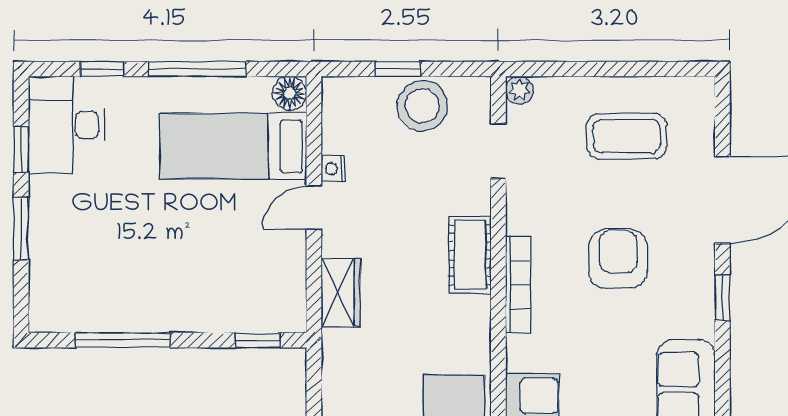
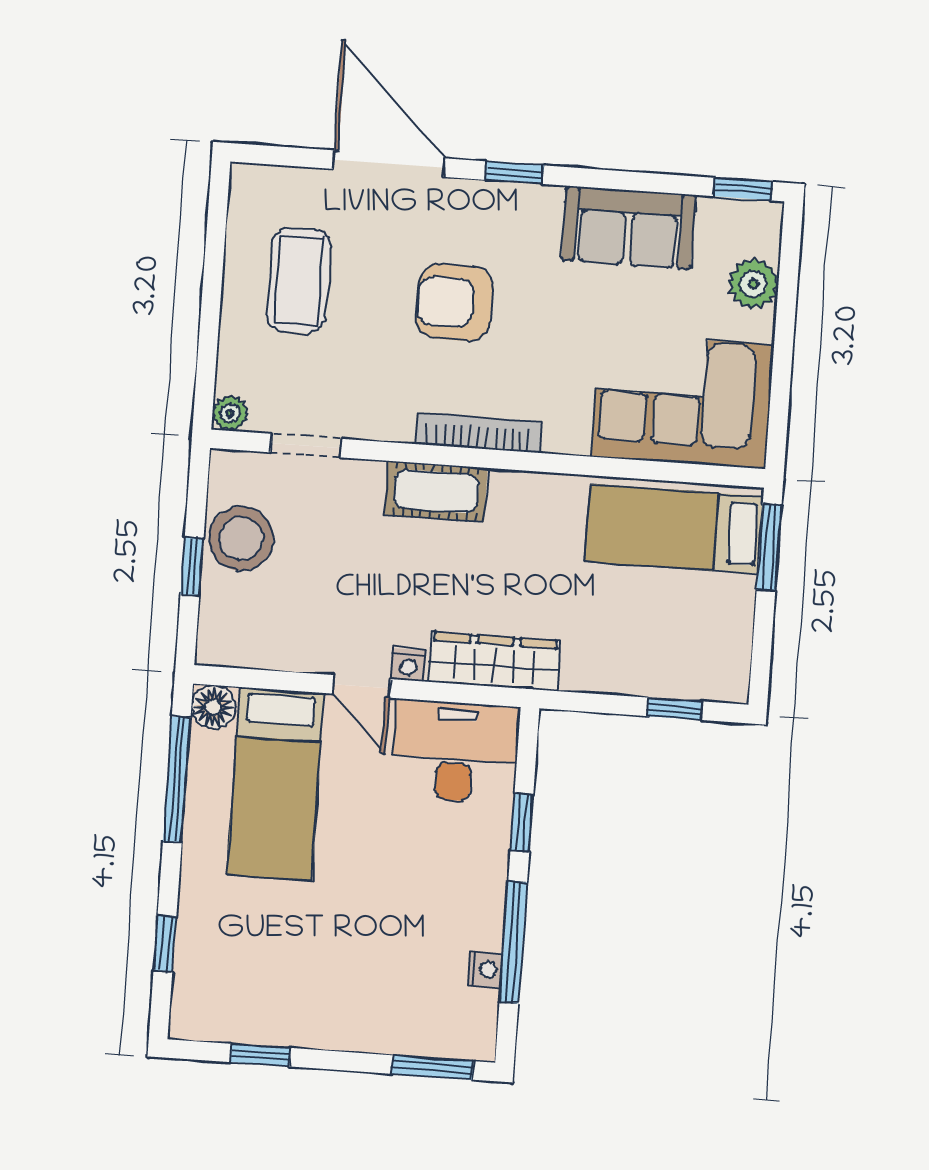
window: (197, 69) -> (177, 780), moved
desk: (66, 125) -> (455, 751), moved, turned 180
nightstand: (333, 169) -> (409, 665), moved
window: (21, 229) -> (432, 1067), moved
wardrobe: (341, 293) -> (494, 661), width x1.50
nightstand: (100, 320) -> (486, 969), added
window: (258, 340) -> (522, 823), moved

